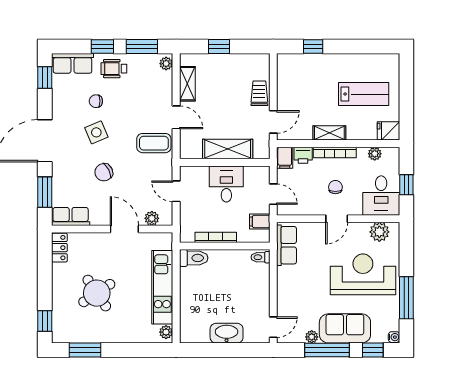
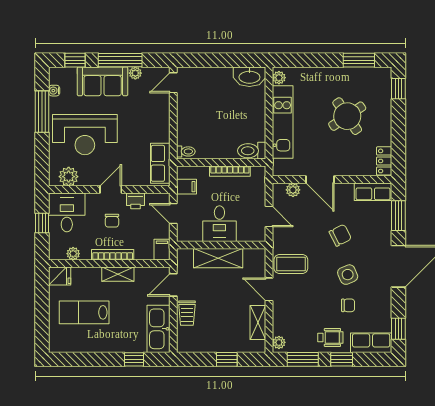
kitchen sink: (288, 77) -> (158, 329), added
printer: (303, 155) -> (136, 201), moved, turned 180
washbasin: (227, 333) -> (249, 77), moved
water cooler: (394, 337) -> (54, 91), moved

